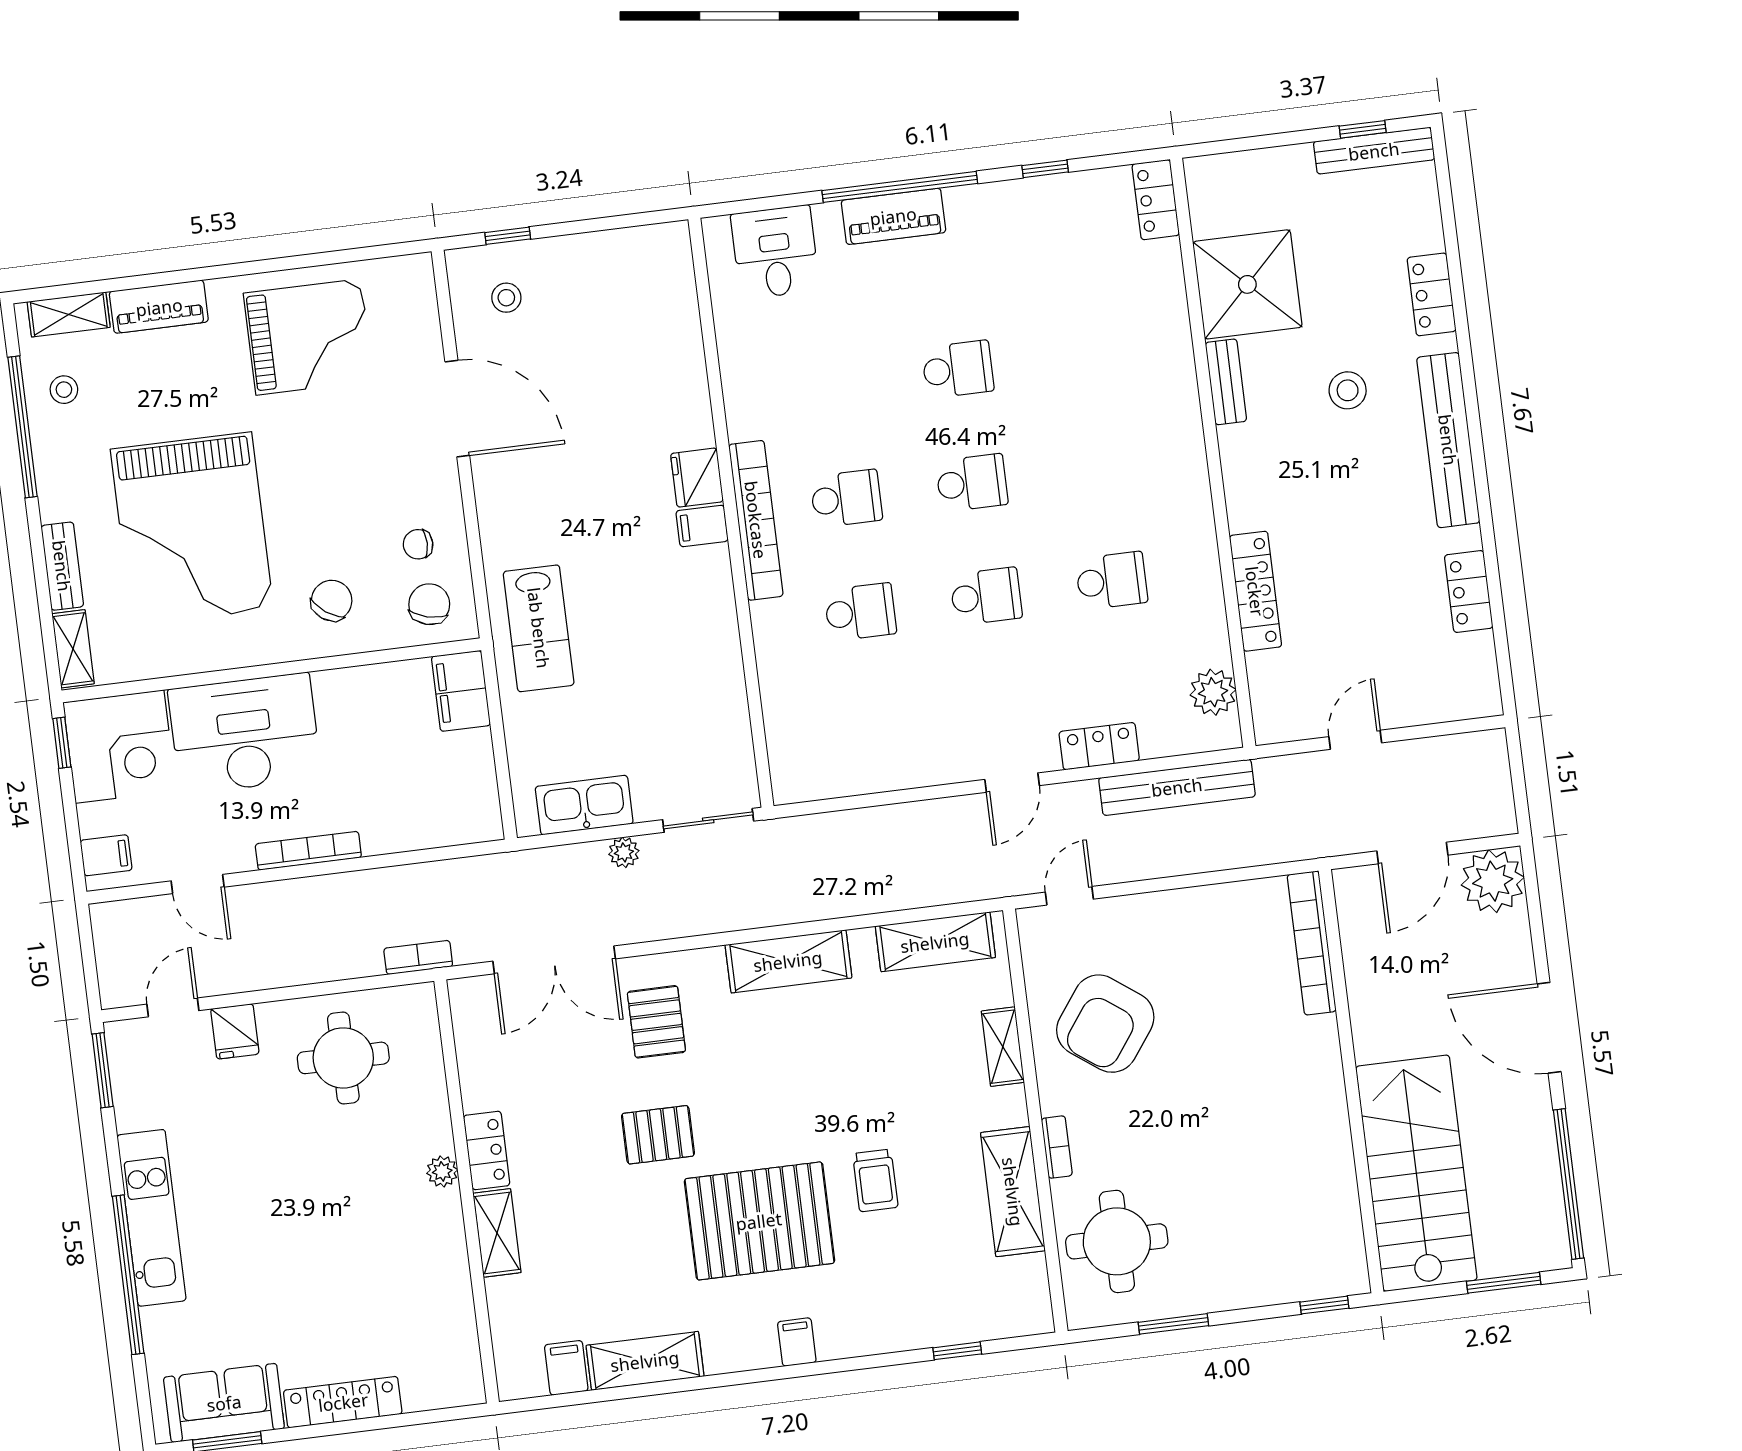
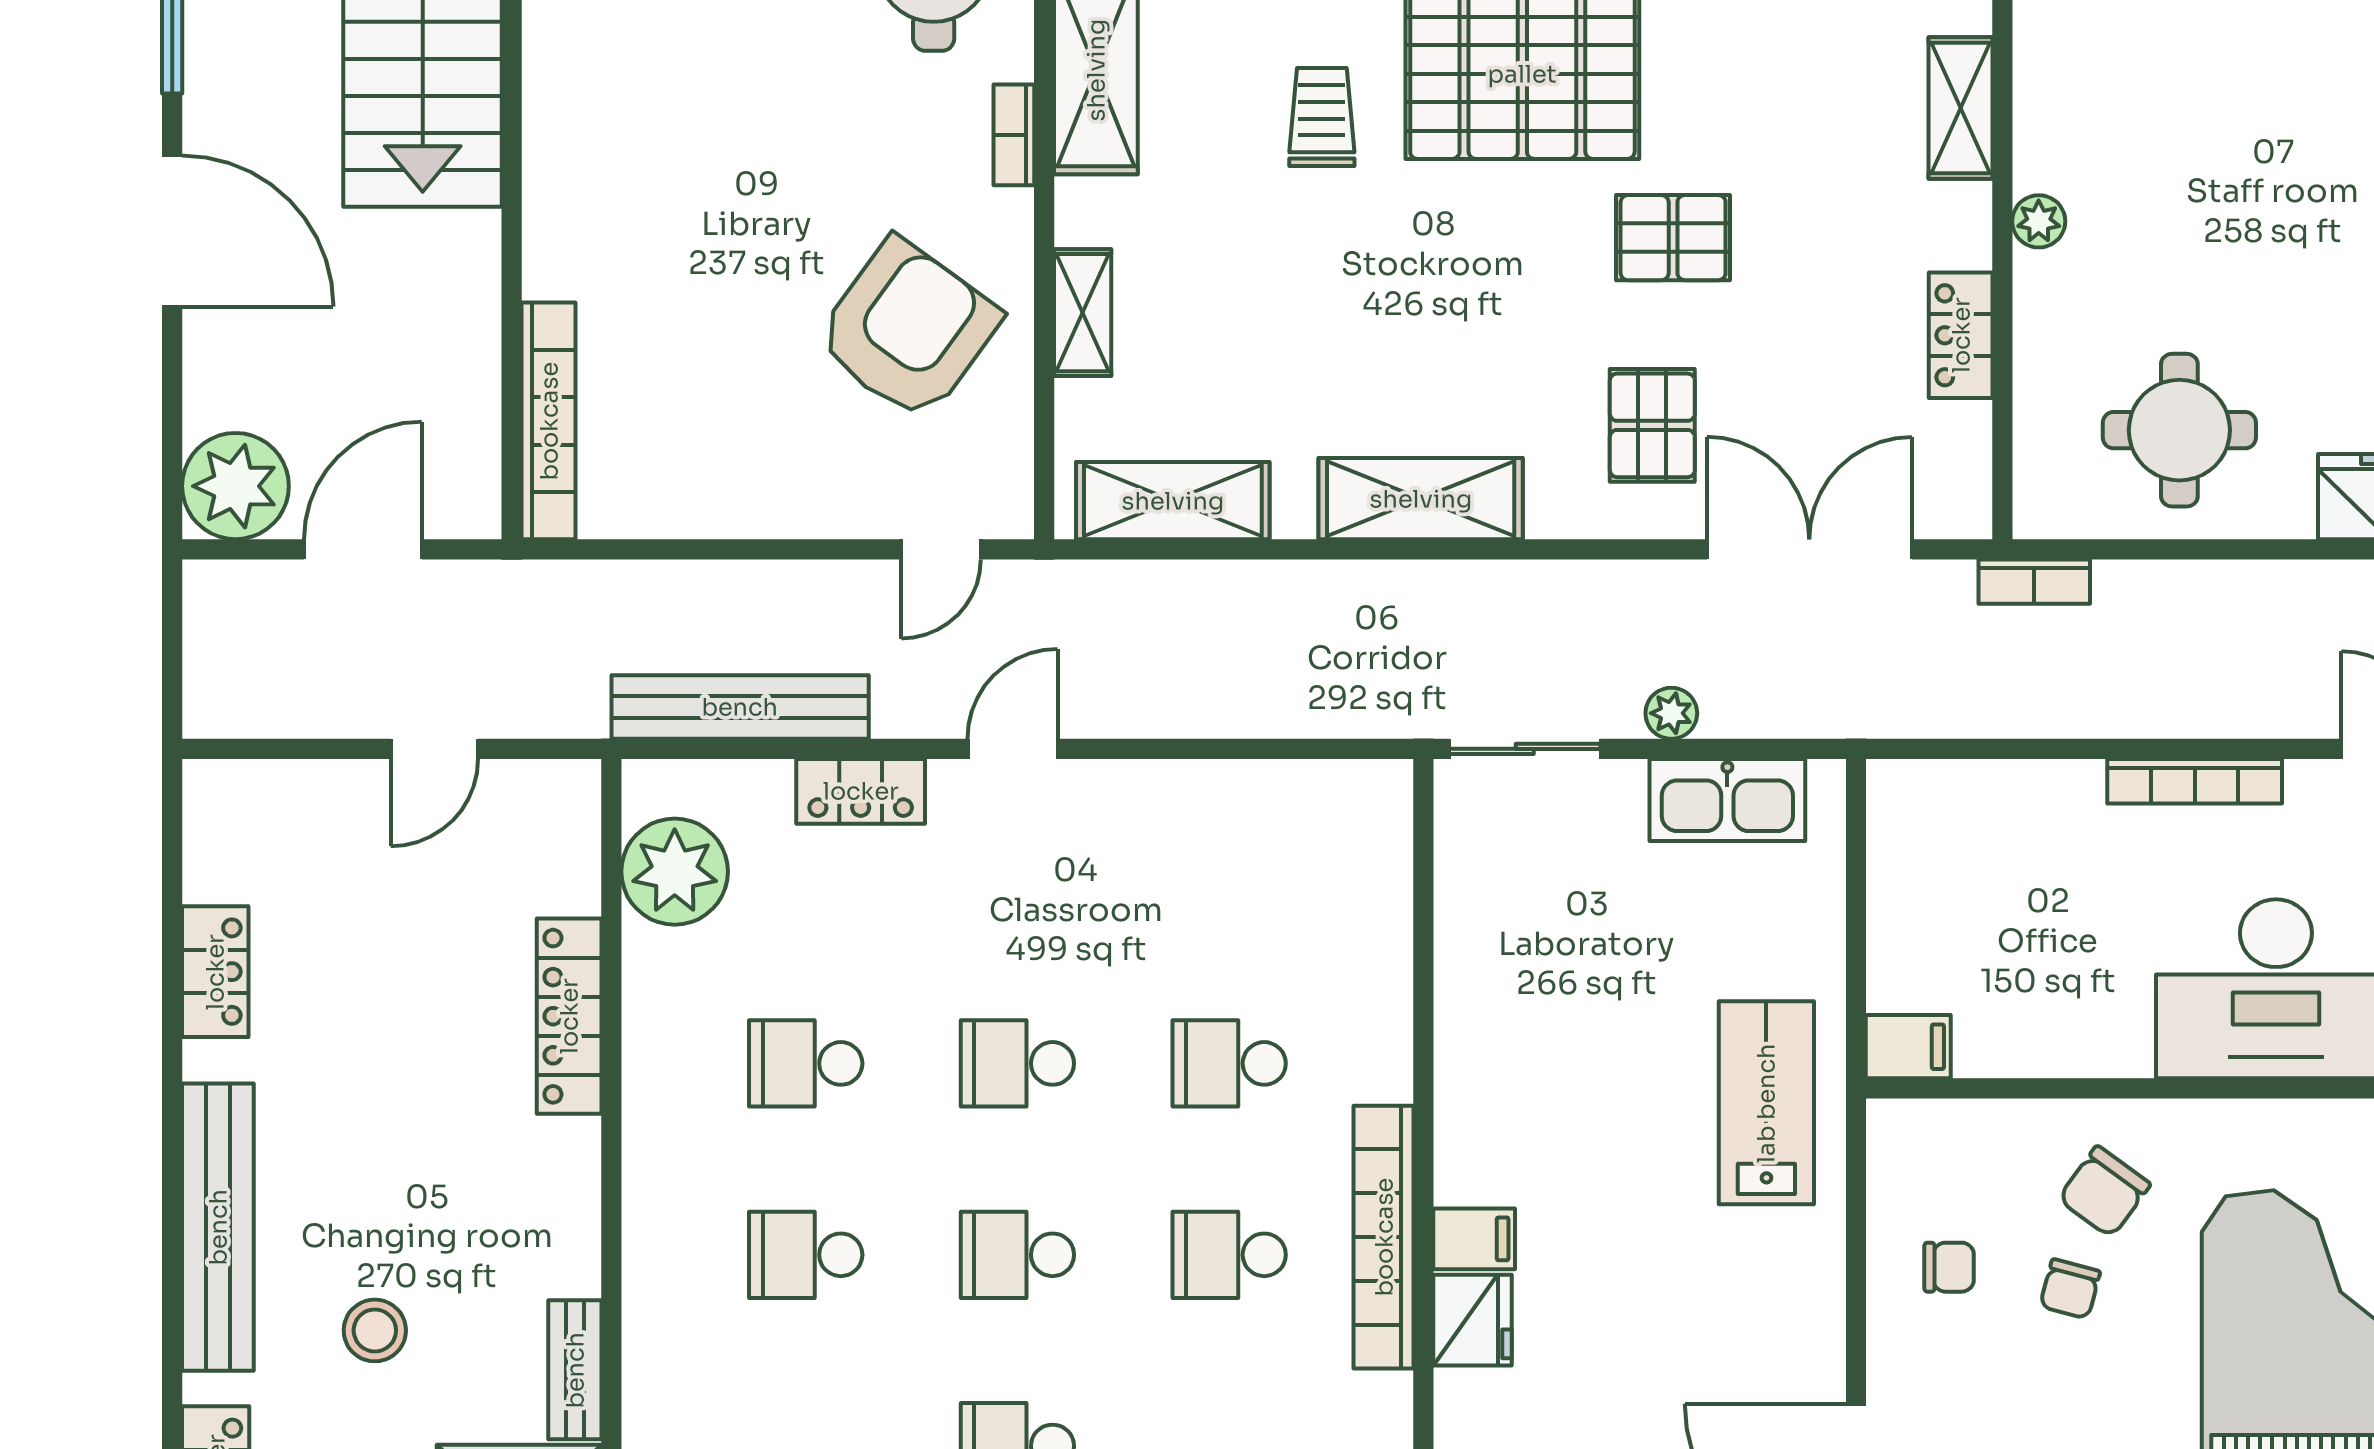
school desk: (1097, 467) -> (806, 1255), added
chair: (429, 604) -> (2070, 1289), moved, width x0.73, depth x0.73
filing cabinet: (461, 691) -> (1908, 1047), width x0.50
plant: (1213, 692) -> (675, 872), width x1.36, depth x1.36
locker: (487, 1150) -> (1961, 335), moved

